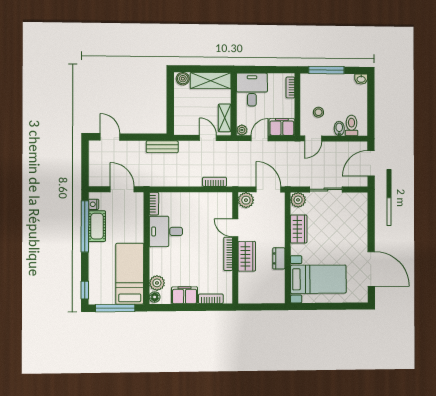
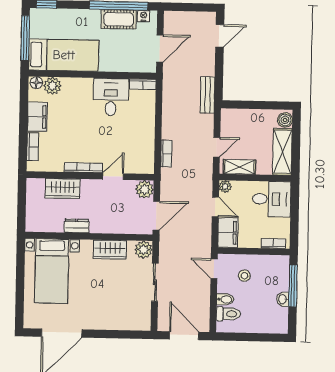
washbasin: (361, 79) -> (283, 299), moved
wardrobe: (247, 256) -> (62, 189), moved

